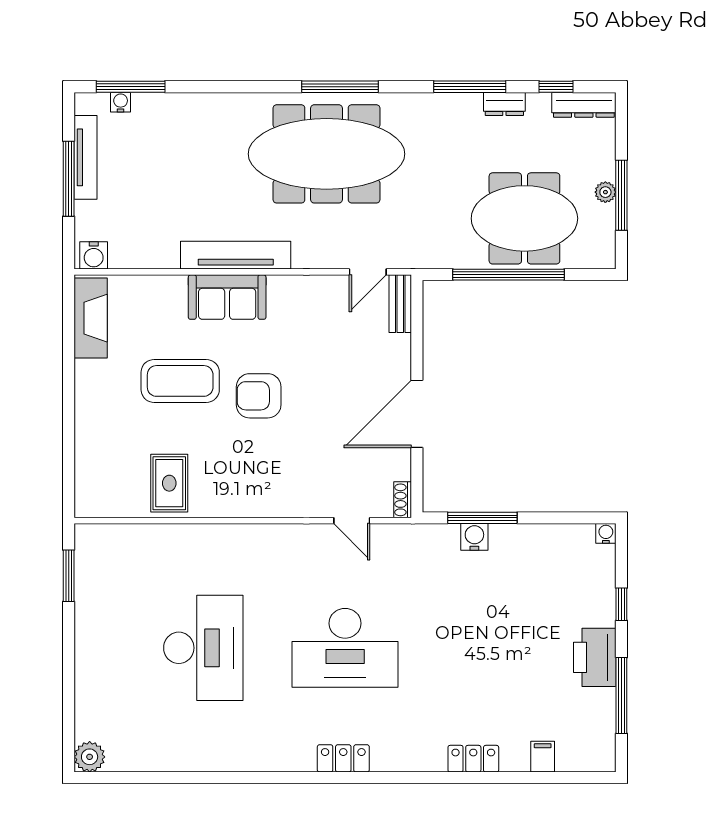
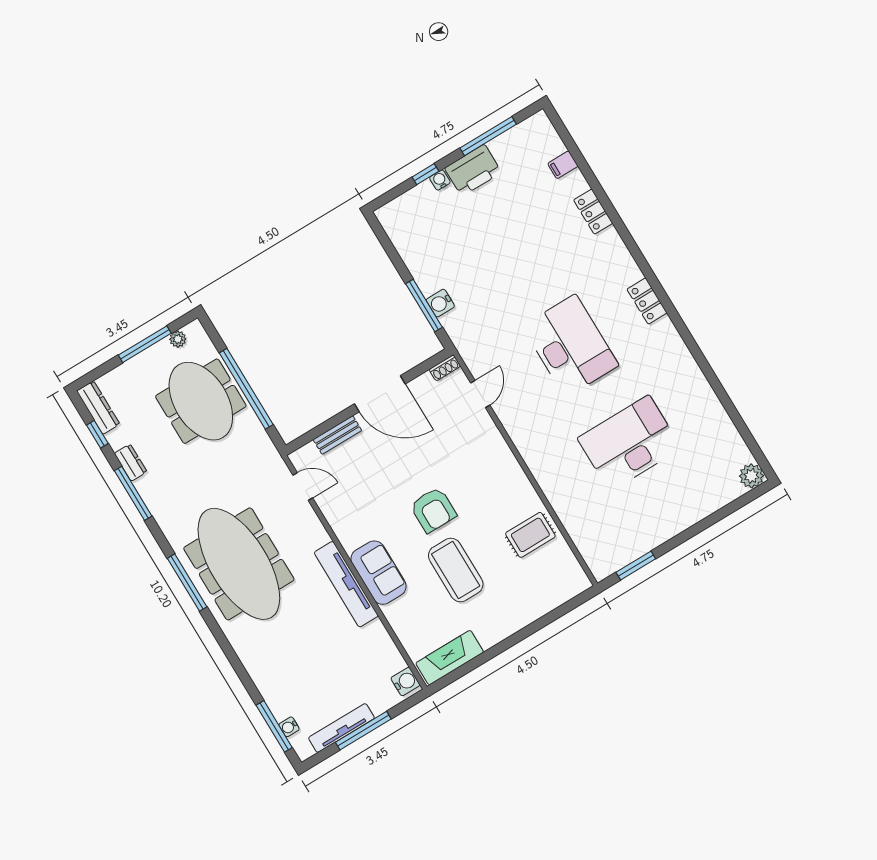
plant: (605, 192) -> (178, 339), moved
bench: (400, 304) -> (337, 435), moved
water cooler: (606, 533) -> (440, 180), moved, turned 90

